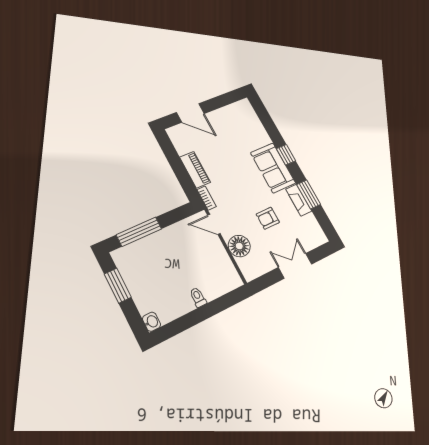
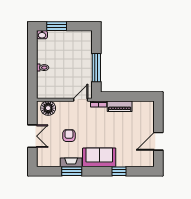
door: (190, 113) -> (158, 141), moved
window: (286, 155) -> (119, 171), moved
window: (139, 232) -> (96, 68), moved
floor lamp: (239, 246) -> (48, 108), moved
window: (118, 286) -> (57, 26), moved

